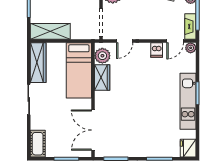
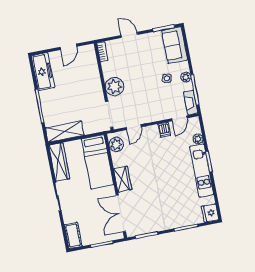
plant: (191, 48) -> (198, 139), moved
wardrobe: (102, 77) -> (123, 179), moved

